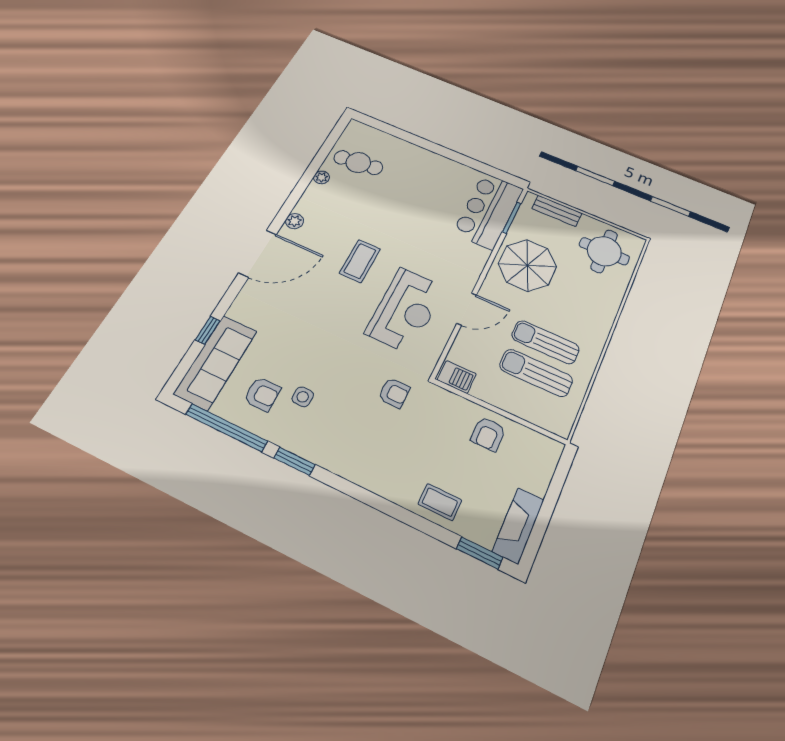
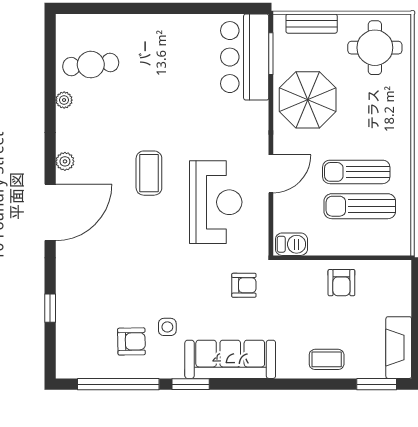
sofa: (216, 362) -> (230, 359), moved, turned -90

